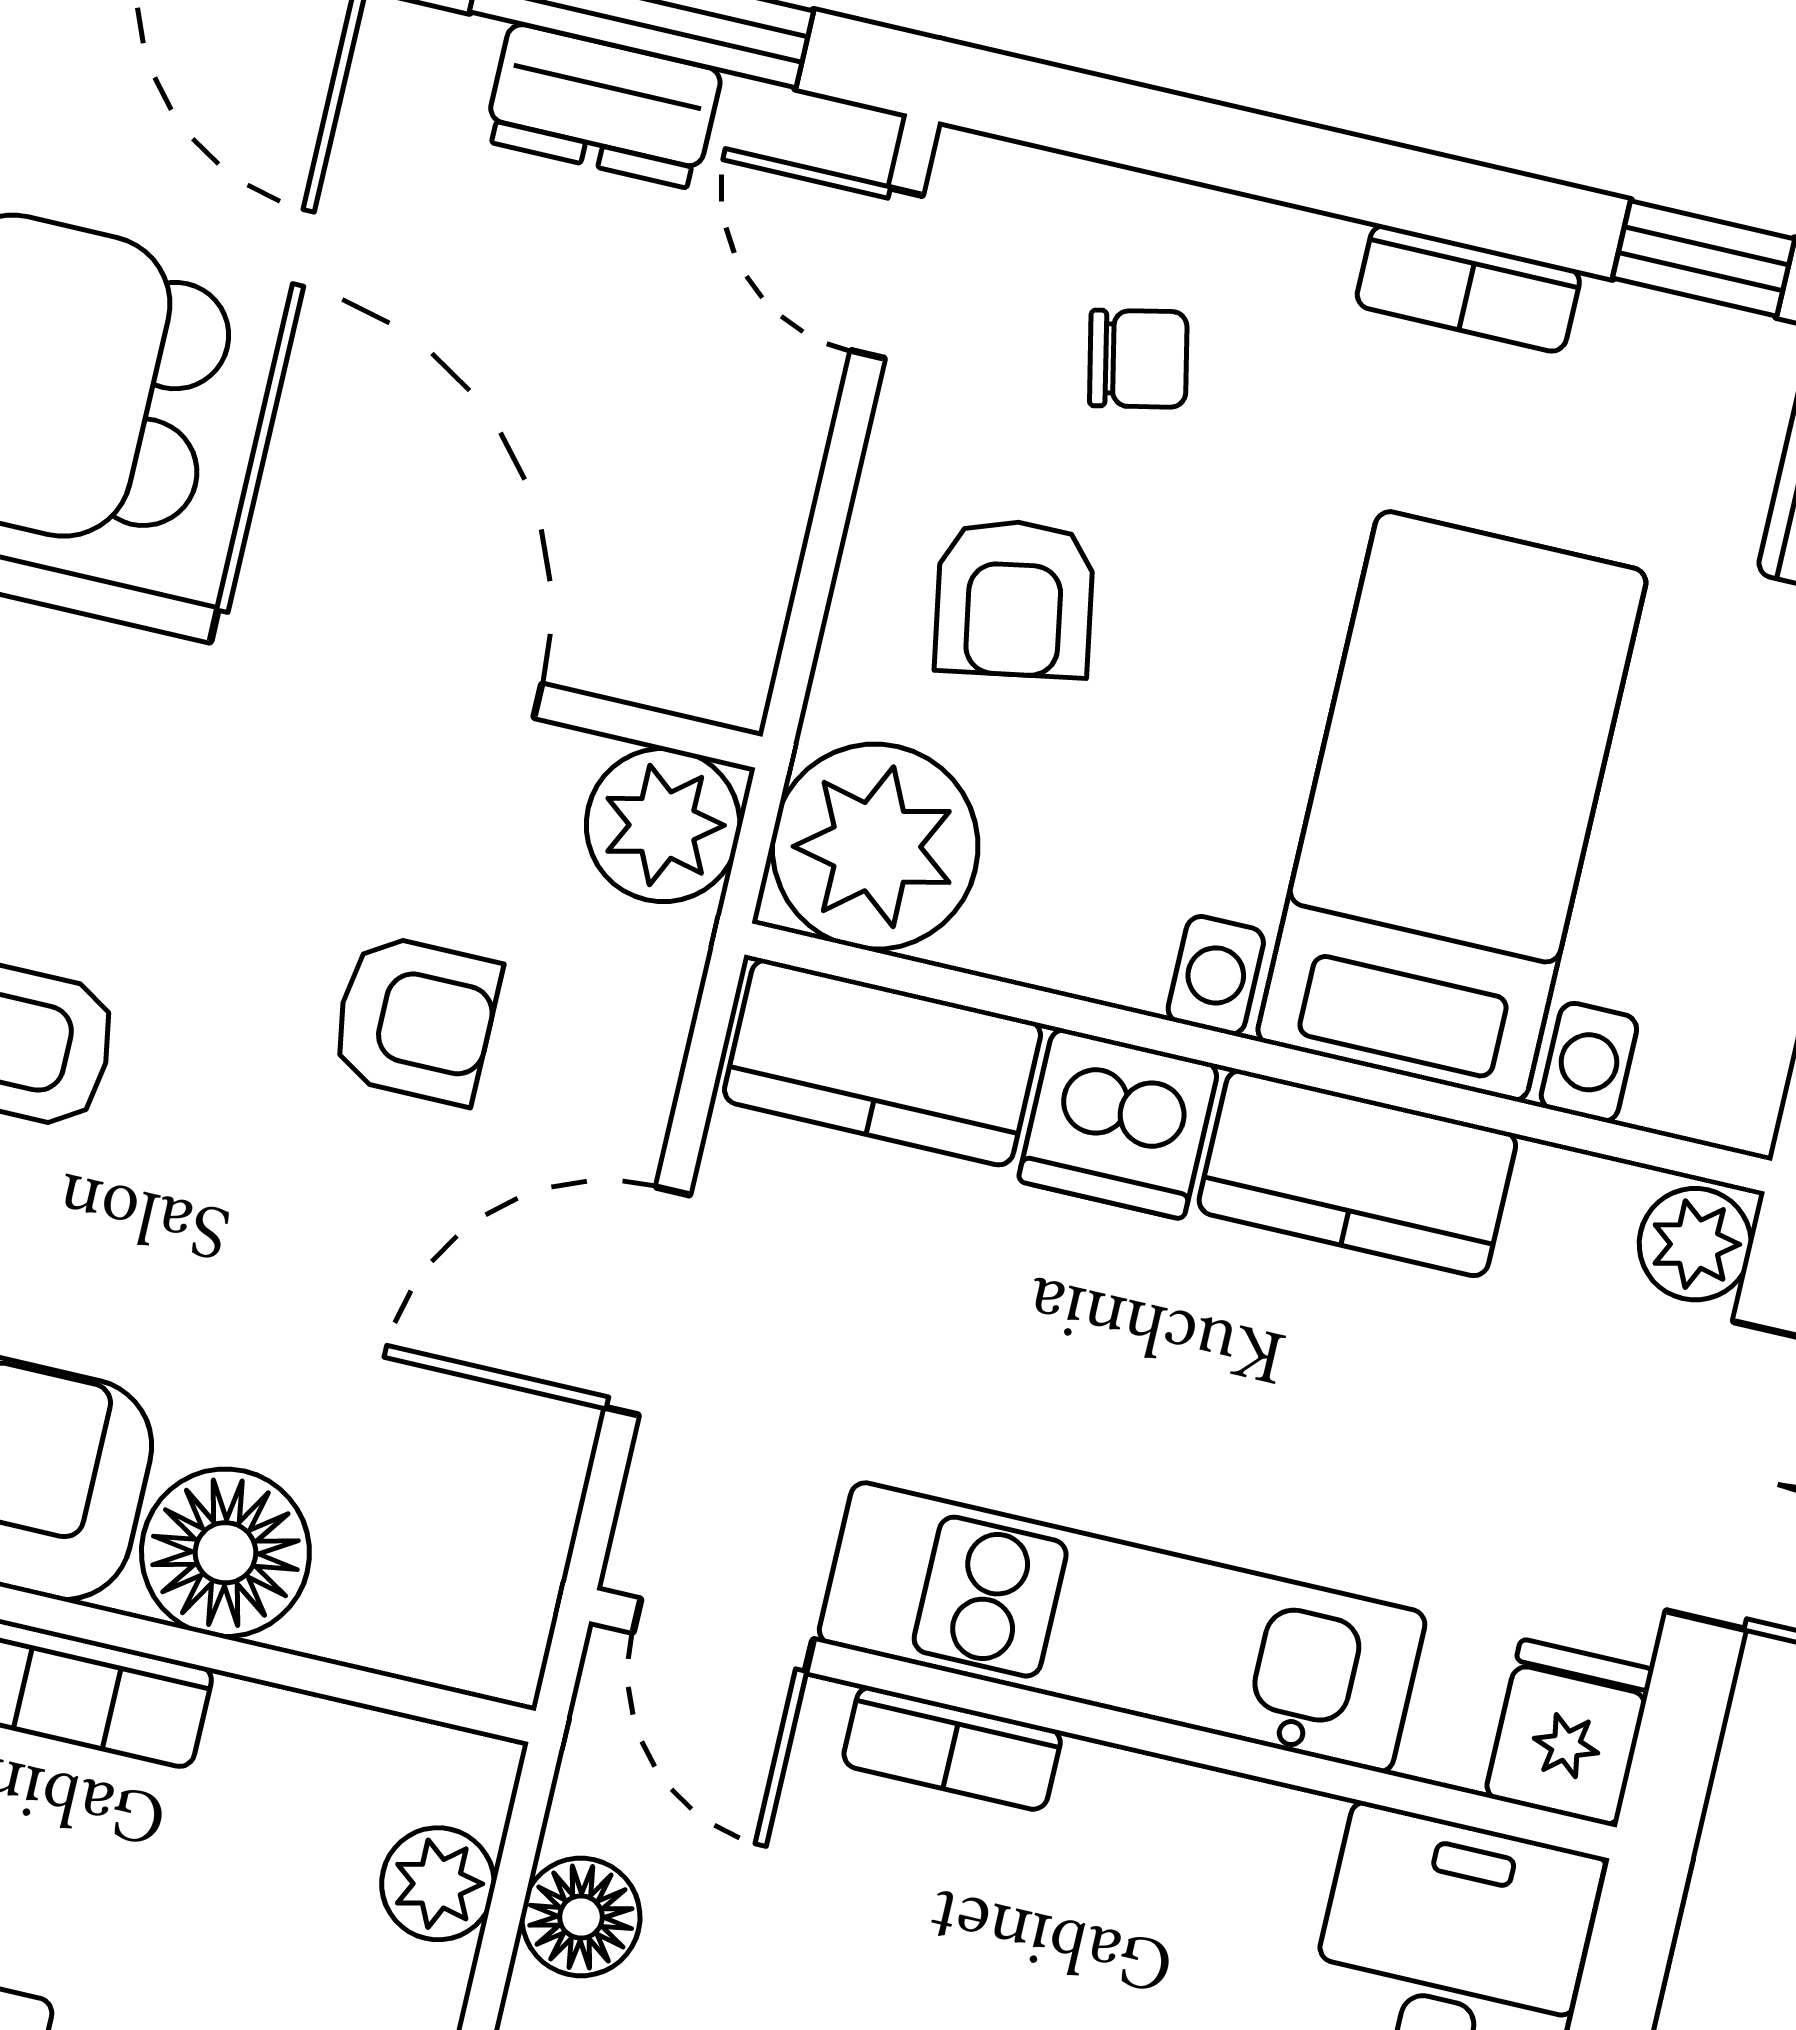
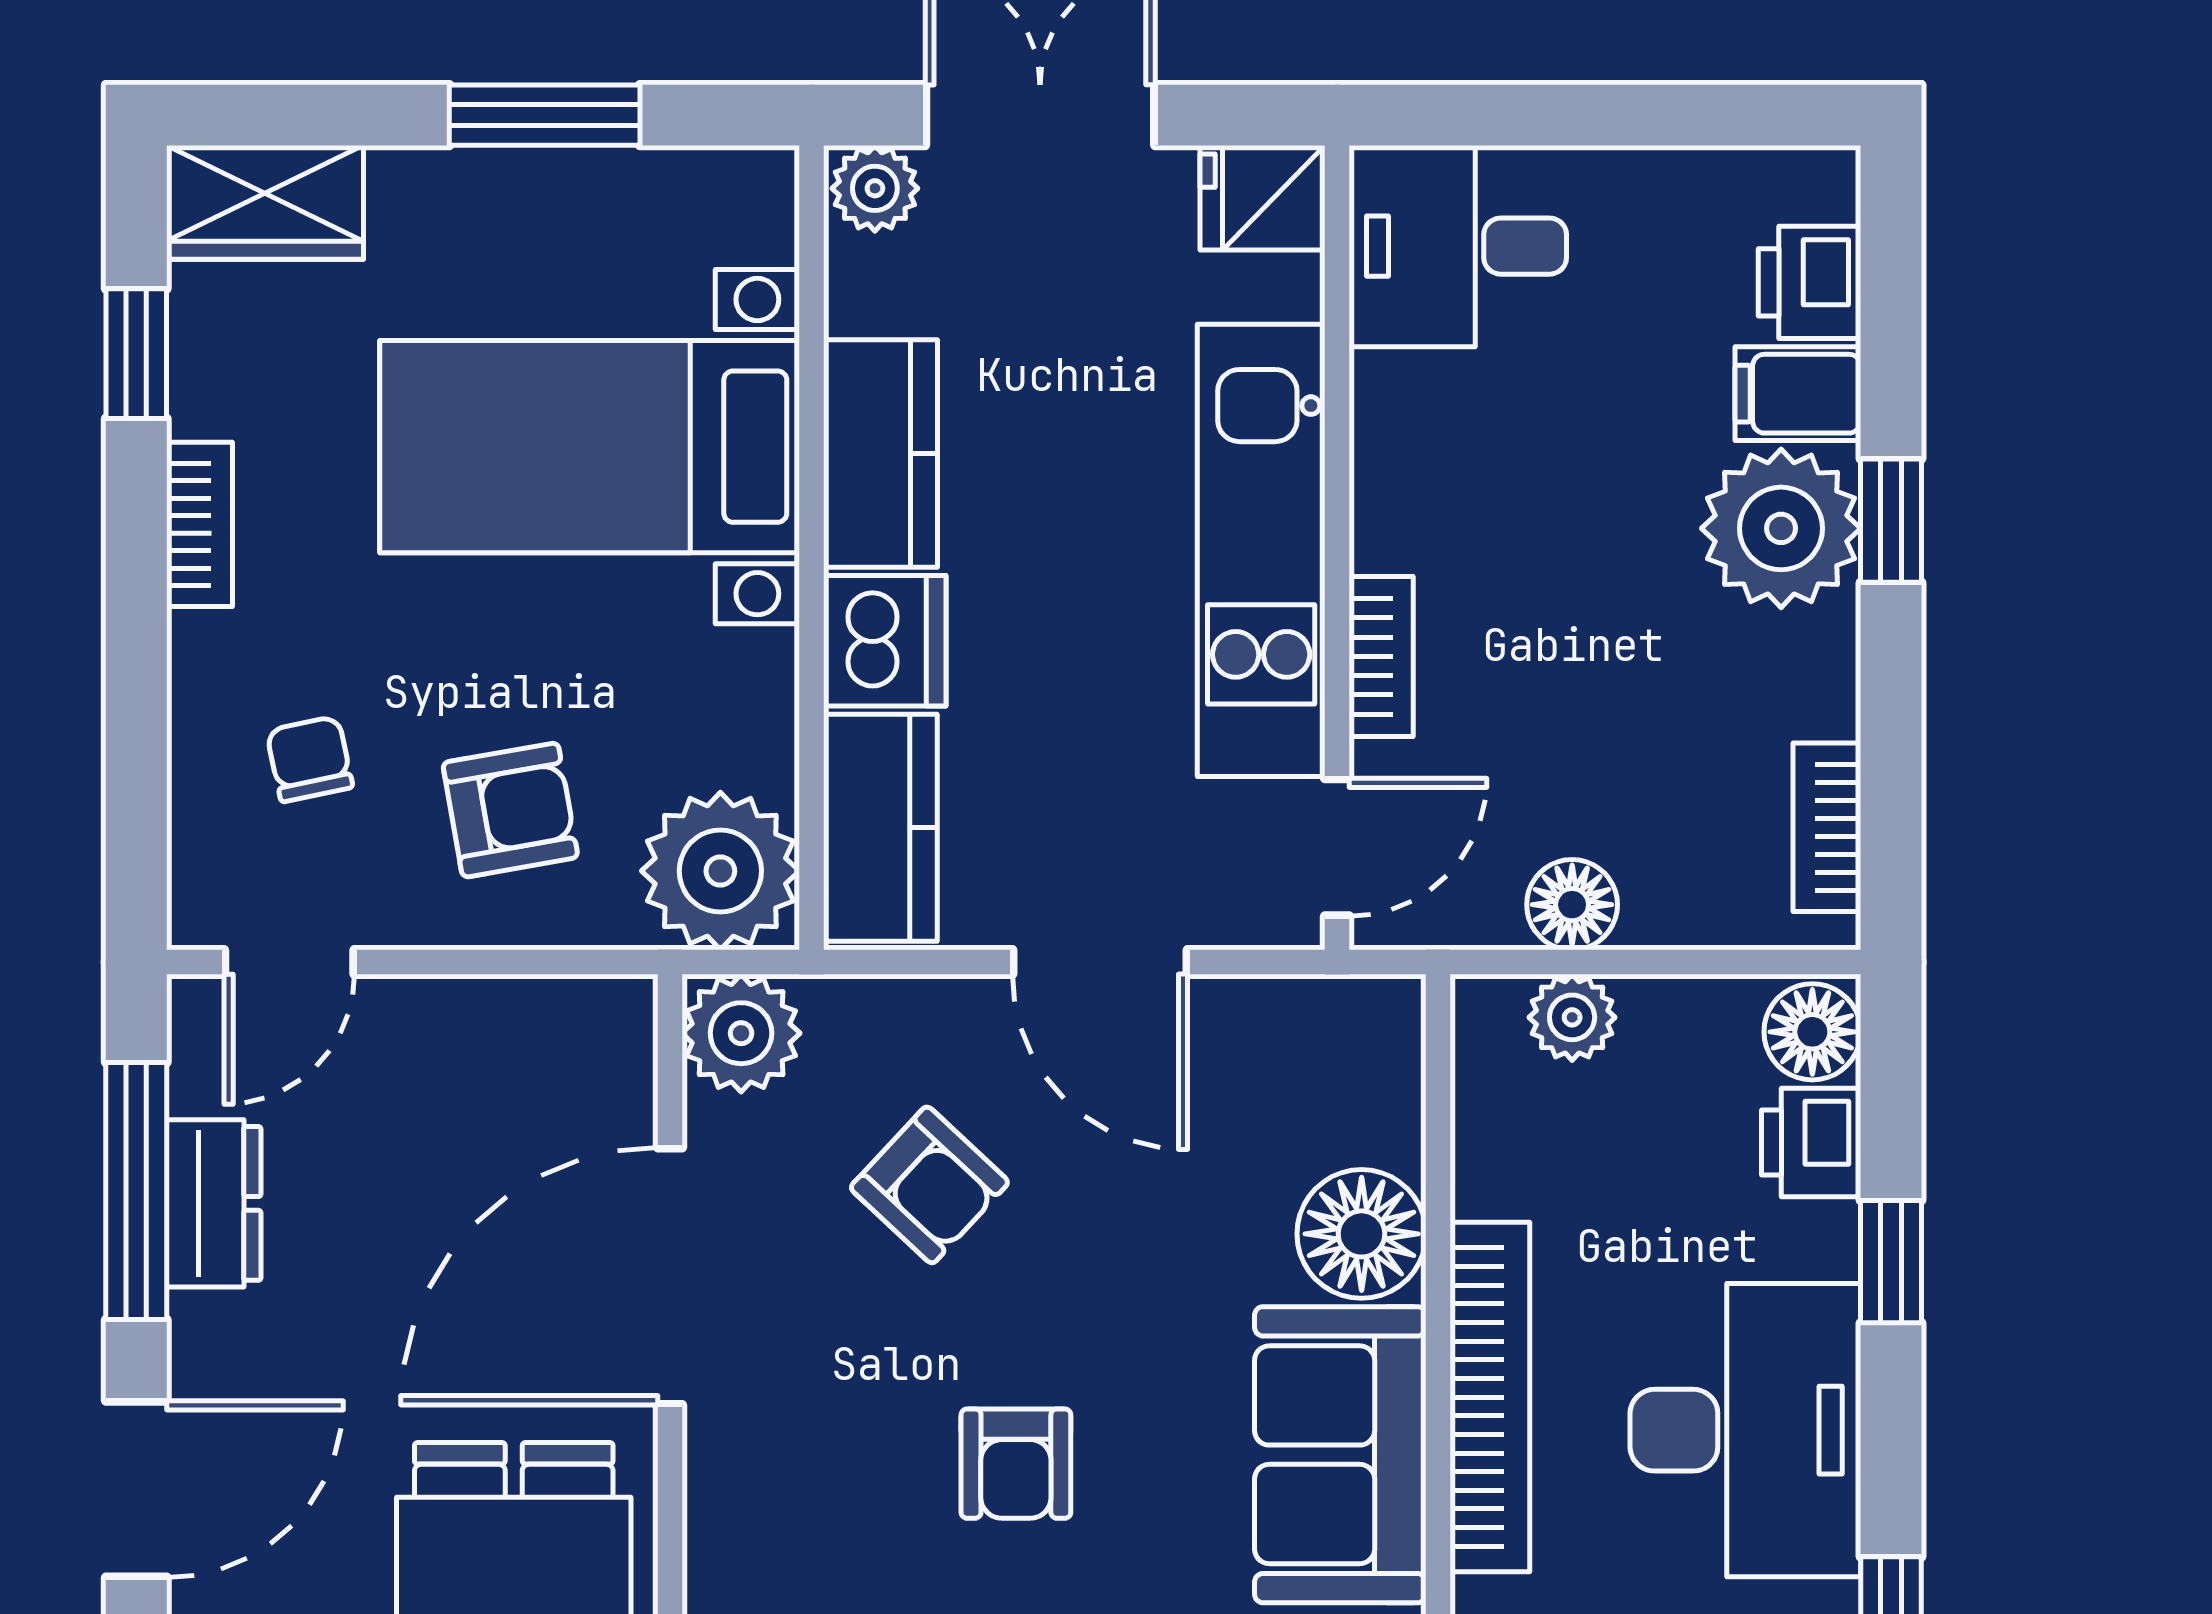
armchair: (415, 1019) -> (929, 1185), turned 133

